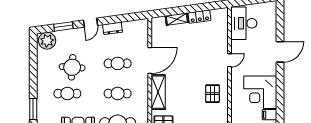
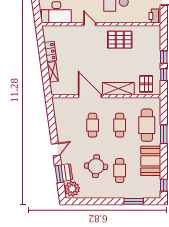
door: (90, 23) -> (56, 150), hinge flipped
dresser: (113, 28) -> (67, 172), moved
pallet: (213, 94) -> (120, 40), width x1.50, depth x1.42

